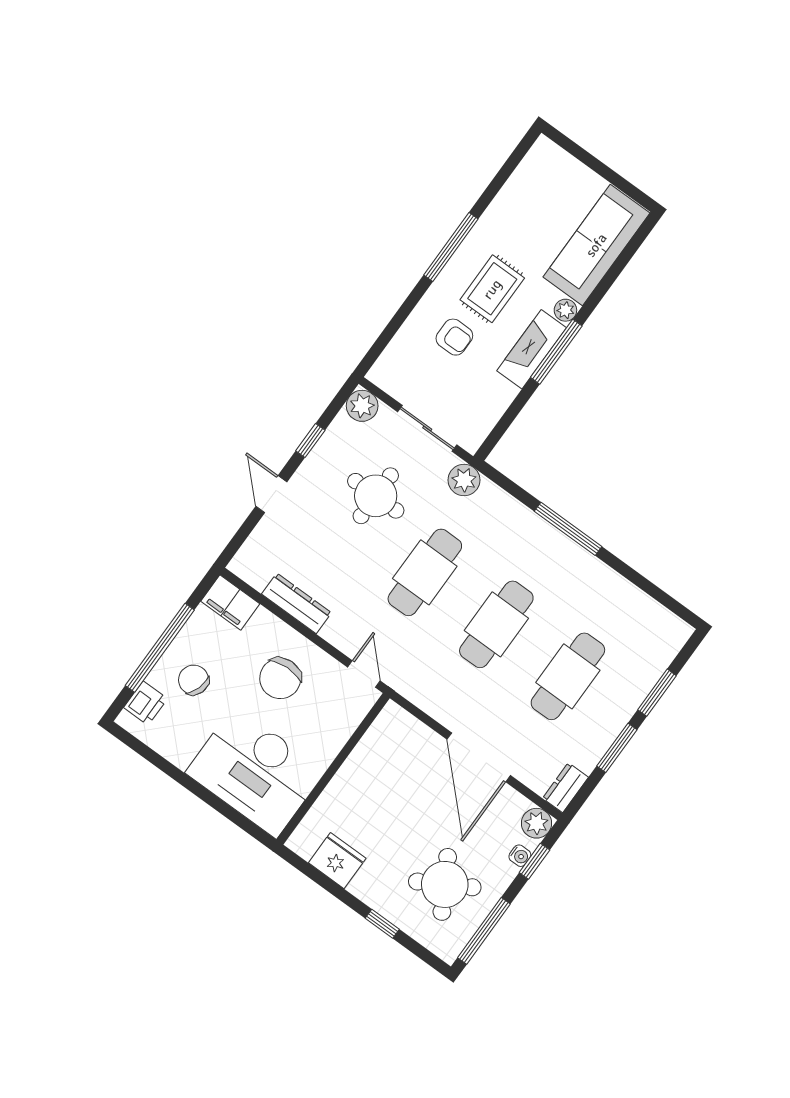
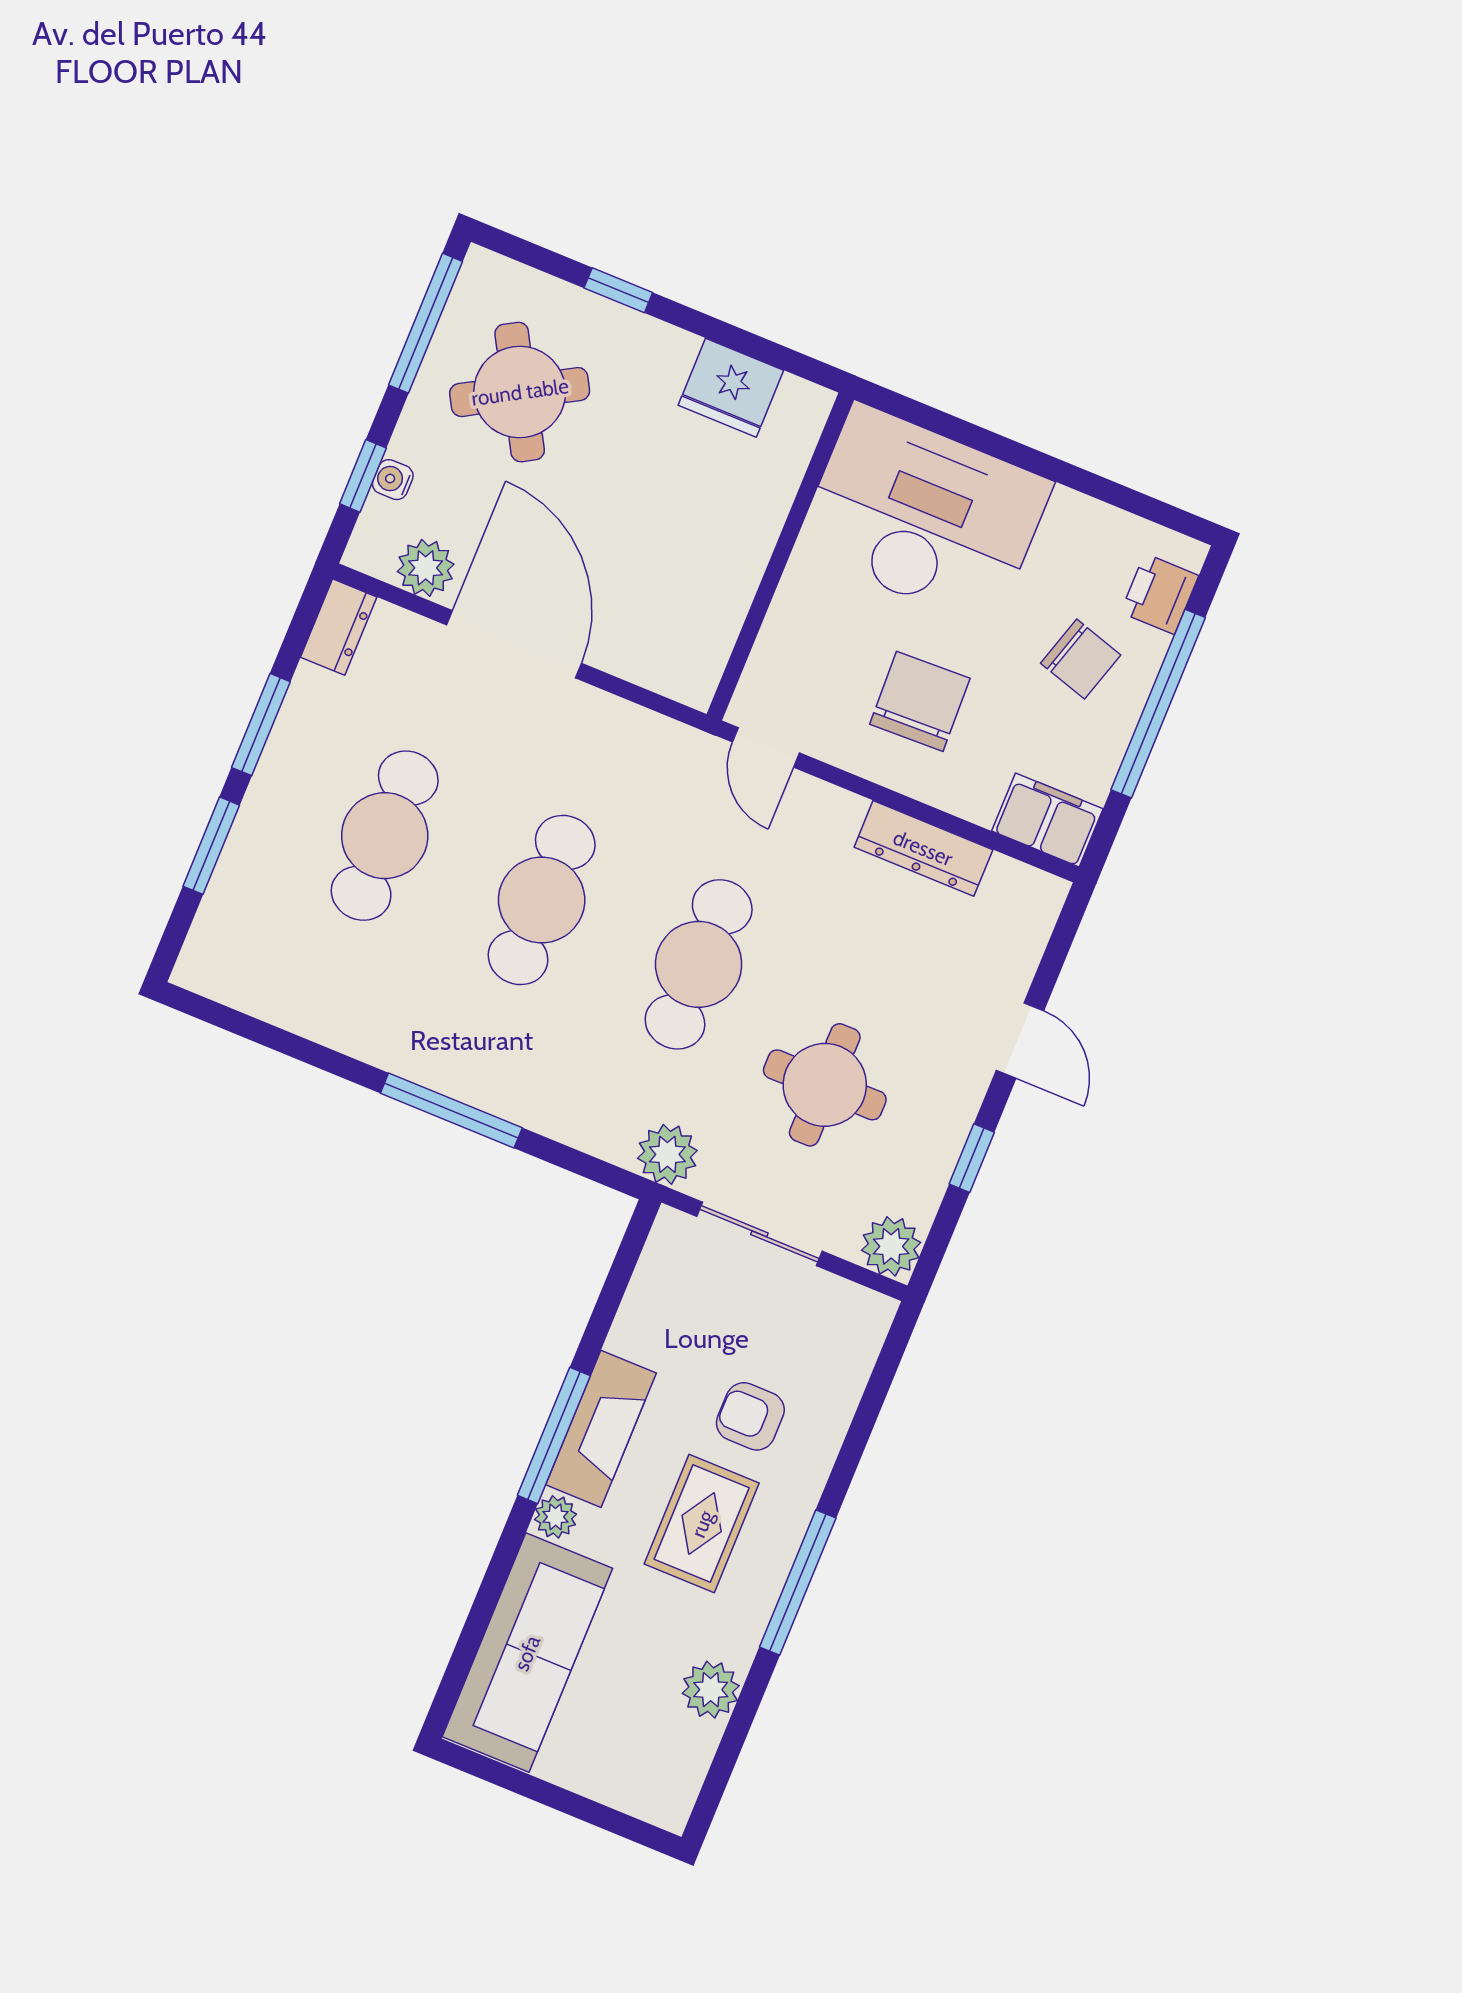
plant: (508, 204) -> (711, 1690), added
plant: (536, 823) -> (426, 568), moved

